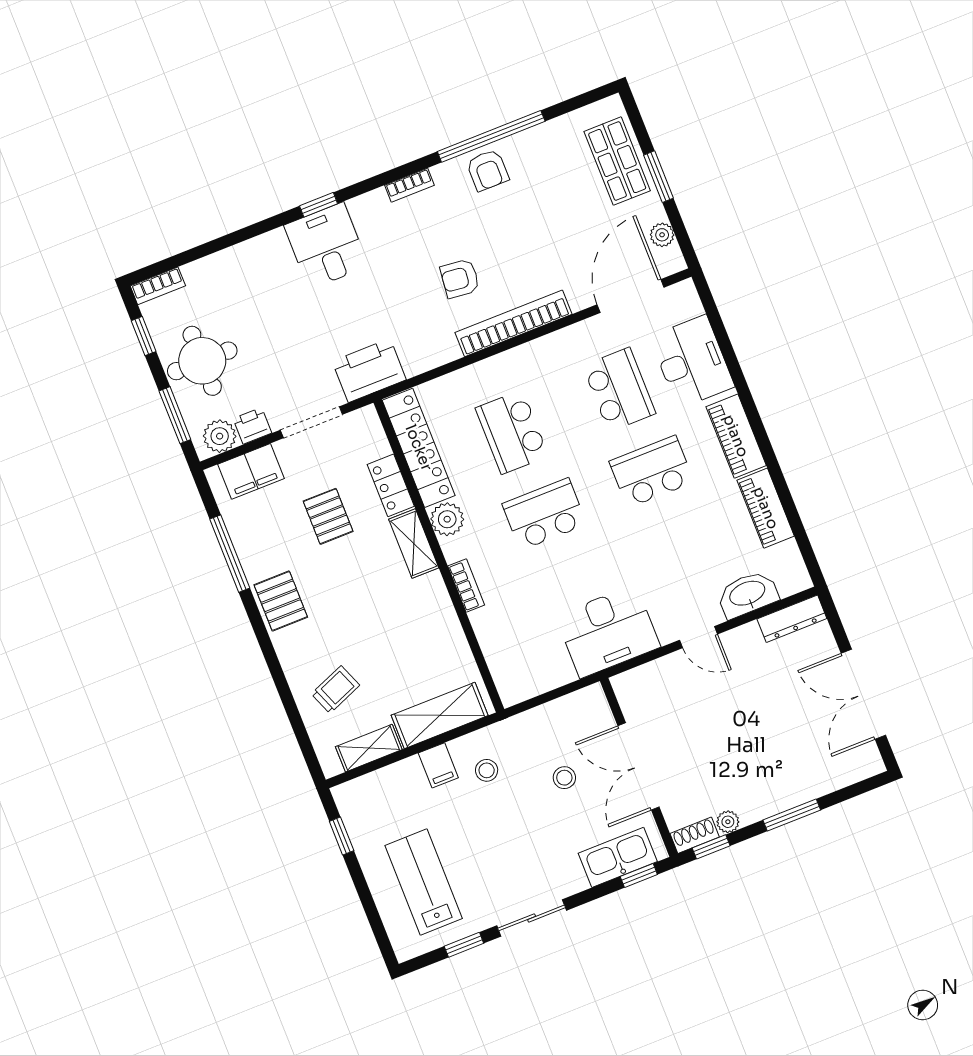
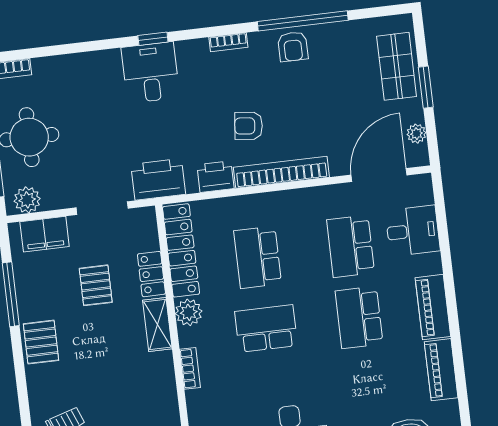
desk: (692, 362) -> (413, 231), width x0.73
school desk: (619, 390) -> (351, 246), turned 180
printer: (252, 426) -> (215, 177), moved, width x1.36, depth x1.24
school desk: (652, 472) -> (359, 317), turned -90

